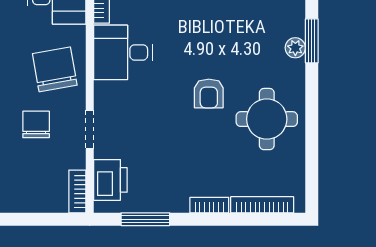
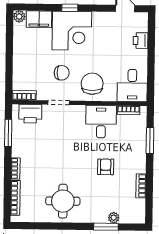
plant: (295, 48) -> (114, 218), moved
chair: (55, 69) -> (92, 84), turned -80
armchair: (209, 94) -> (106, 167), moved, turned 90

